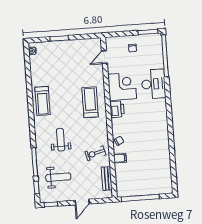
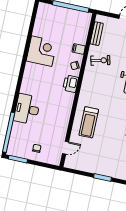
corner desk: (122, 86) -> (42, 51), moved, turned 180
treadmill: (90, 102) -> (89, 122), moved
printer: (117, 109) -> (71, 84), moved

